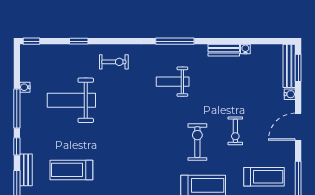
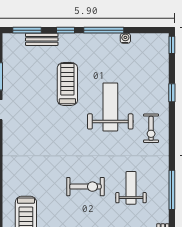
weight bench: (71, 100) -> (110, 107), moved
exercise bike: (197, 142) -> (85, 187), moved
treadmill: (71, 170) -> (67, 84), moved

